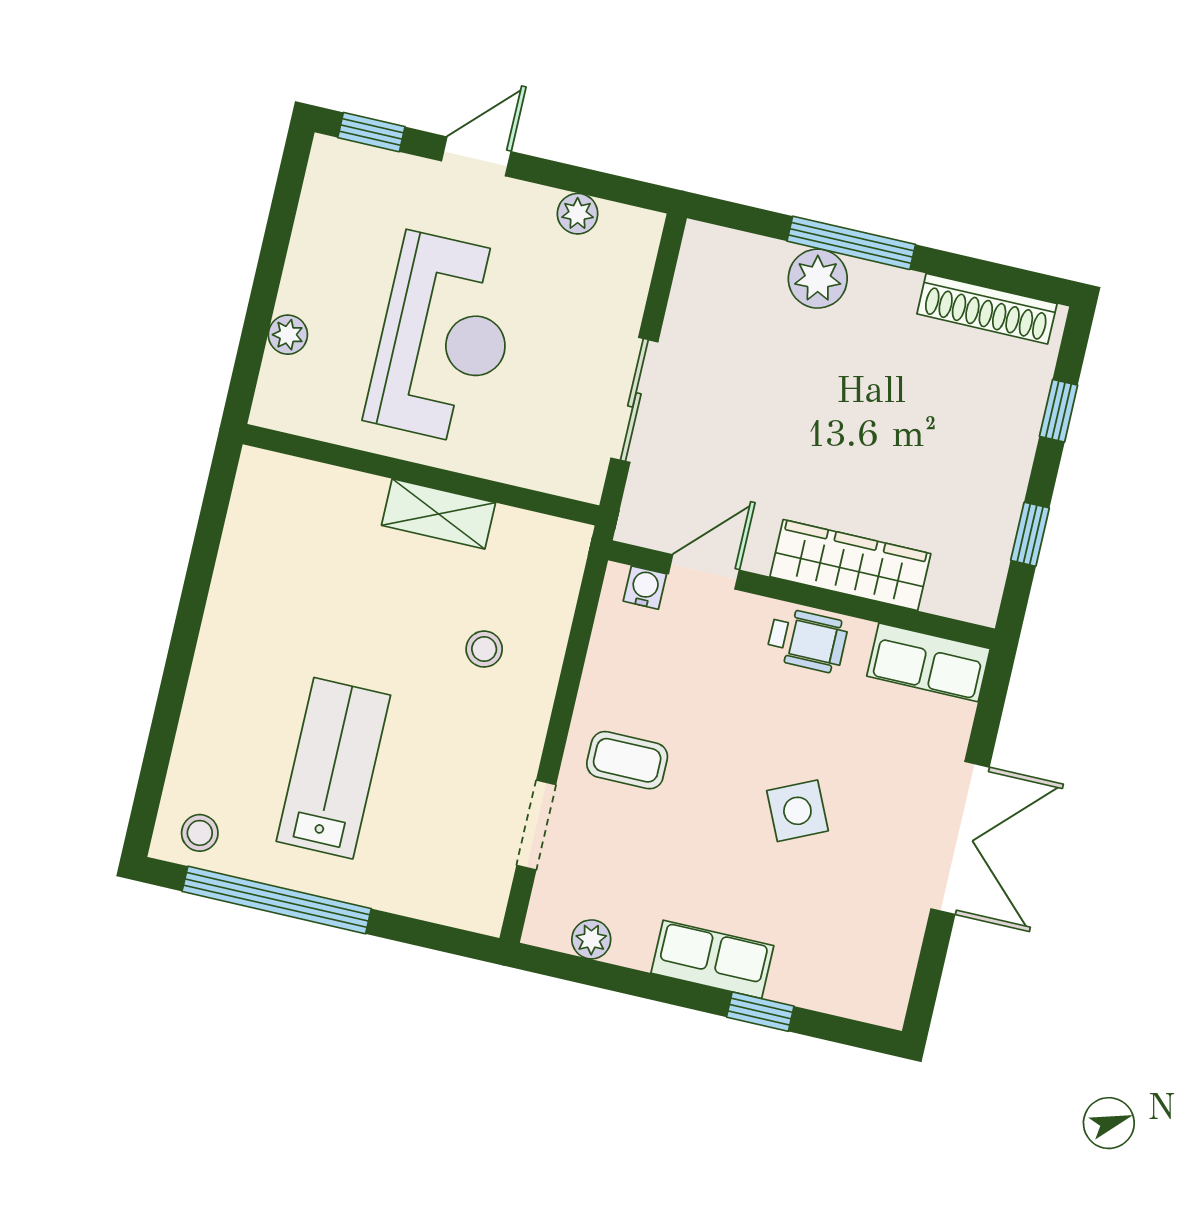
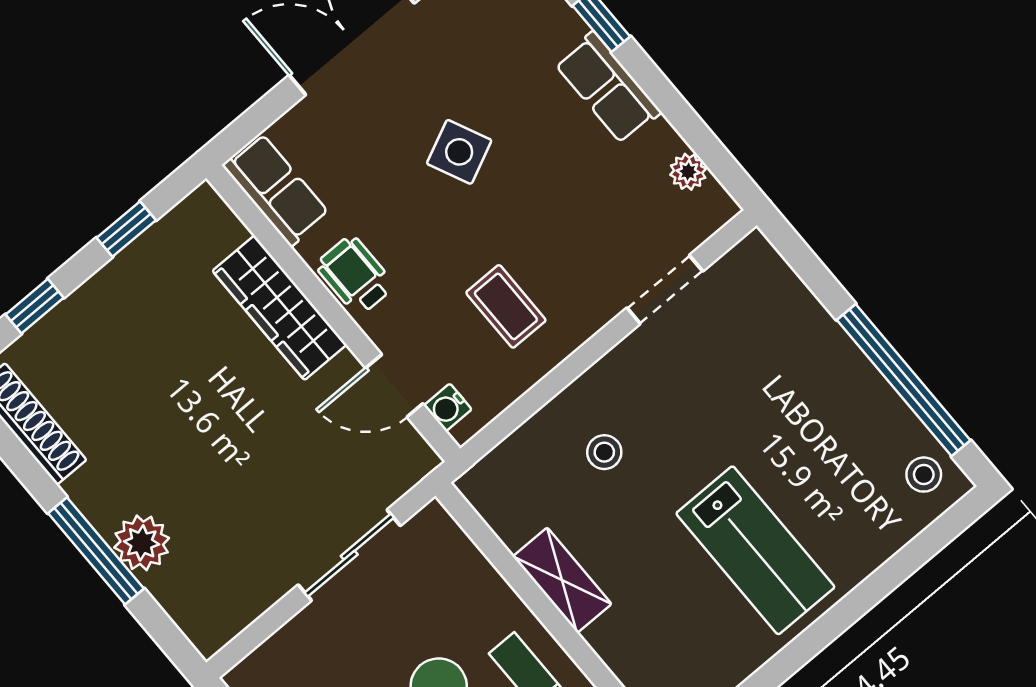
coffee table: (627, 760) -> (506, 306), moved
lab bench: (333, 768) -> (755, 550), moved, turned -90

